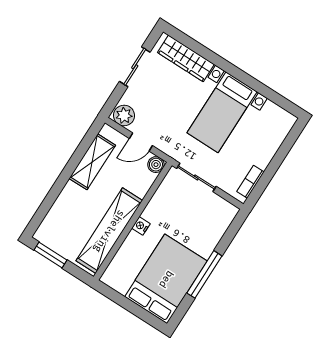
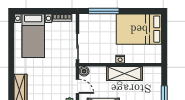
bed with nightstands: (222, 112) -> (33, 36), moved, turned 90
shelving: (109, 231) -> (124, 74), width x0.68
window: (204, 274) -> (104, 11), moved

